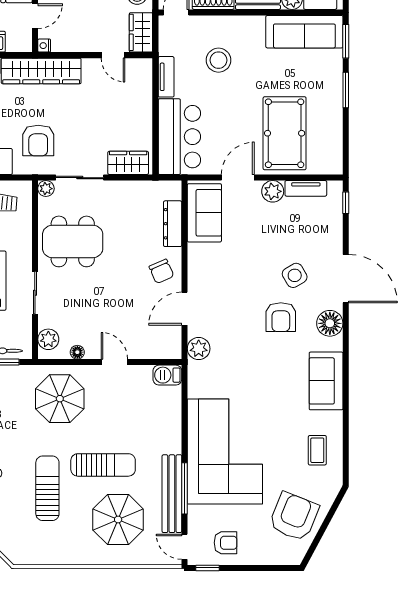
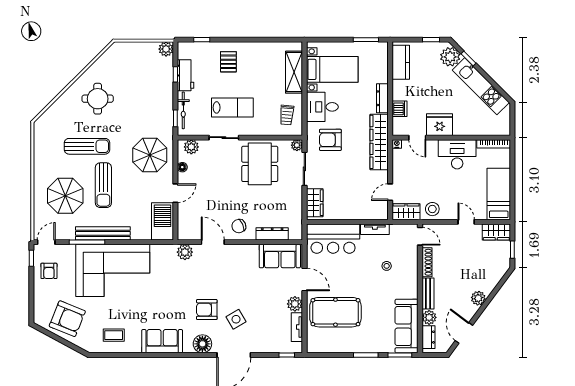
stool: (218, 60) -> (387, 266), width x0.53, depth x0.53
barbecue: (167, 375) -> (163, 221), width x1.88, depth x1.53
bench: (172, 494) -> (103, 233), moved

